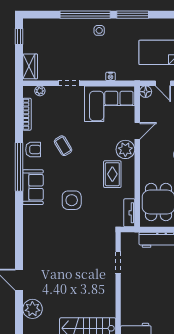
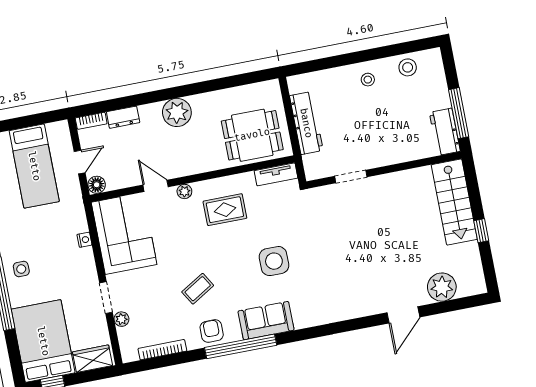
bed: (48, 36) -> (43, 341), added
plant: (40, 91) -> (121, 319), moved
plant: (125, 149) -> (184, 191), width x0.53, depth x0.53

